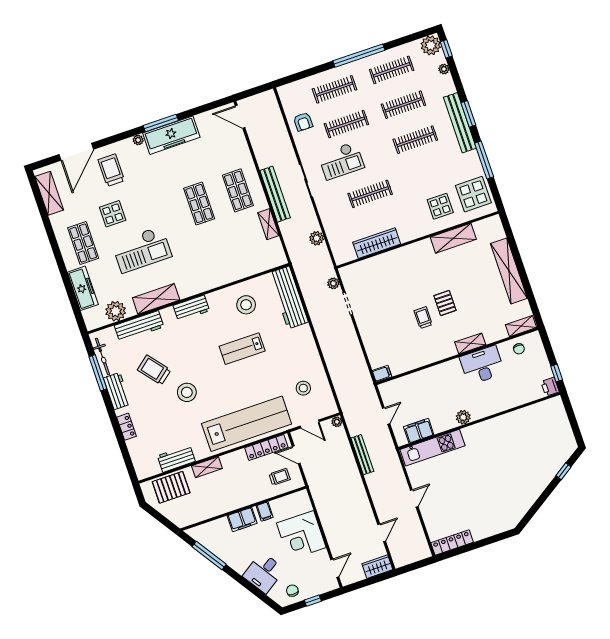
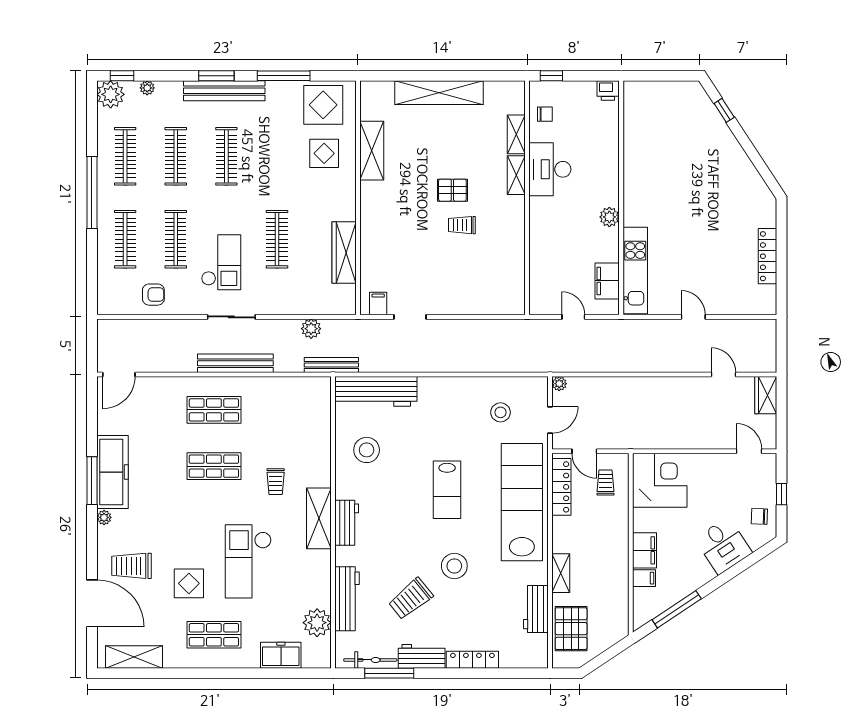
shelving: (268, 224) -> (271, 385), removed
checkout: (142, 249) -> (248, 561), turned 180
trolley: (203, 250) -> (276, 482), added
plant: (333, 283) -> (377, 327), removed
freezer: (83, 288) -> (281, 655), width x0.71
shelving: (156, 299) -> (319, 518), moved
shelving: (521, 326) -> (516, 134), moved
lab bench: (242, 349) -> (447, 490), moved
window: (557, 373) -> (551, 76), moved
filing cabinet: (382, 374) -> (378, 304), moved
locker: (127, 427) -> (472, 660), width x1.53
door: (296, 455) -> (584, 451), hinge flipped
bench: (362, 455) -> (331, 365), moved
filing cabinet: (265, 512) -> (644, 578), moved
corner desk: (301, 535) -> (660, 480), moved, turned -90
locker: (452, 542) -> (767, 256), moved

